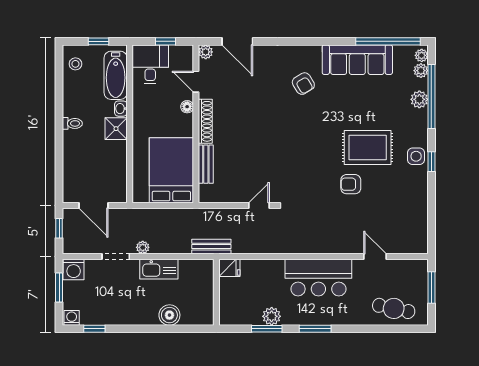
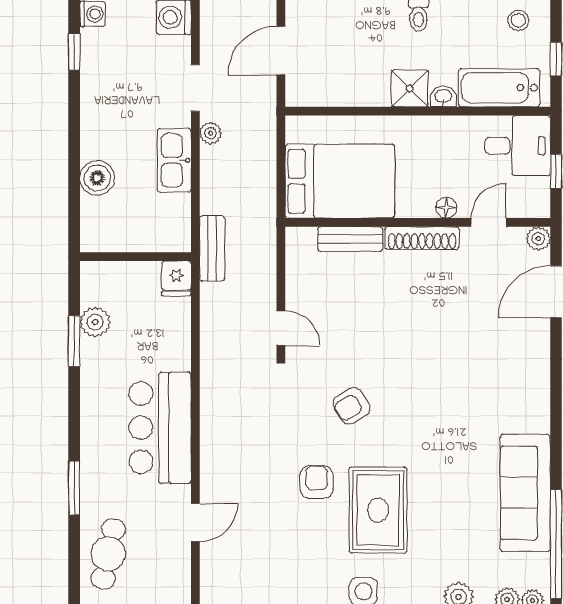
armchair: (303, 84) -> (352, 406), moved
plant: (272, 316) -> (95, 322), moved
window: (315, 329) -> (74, 488), moved

